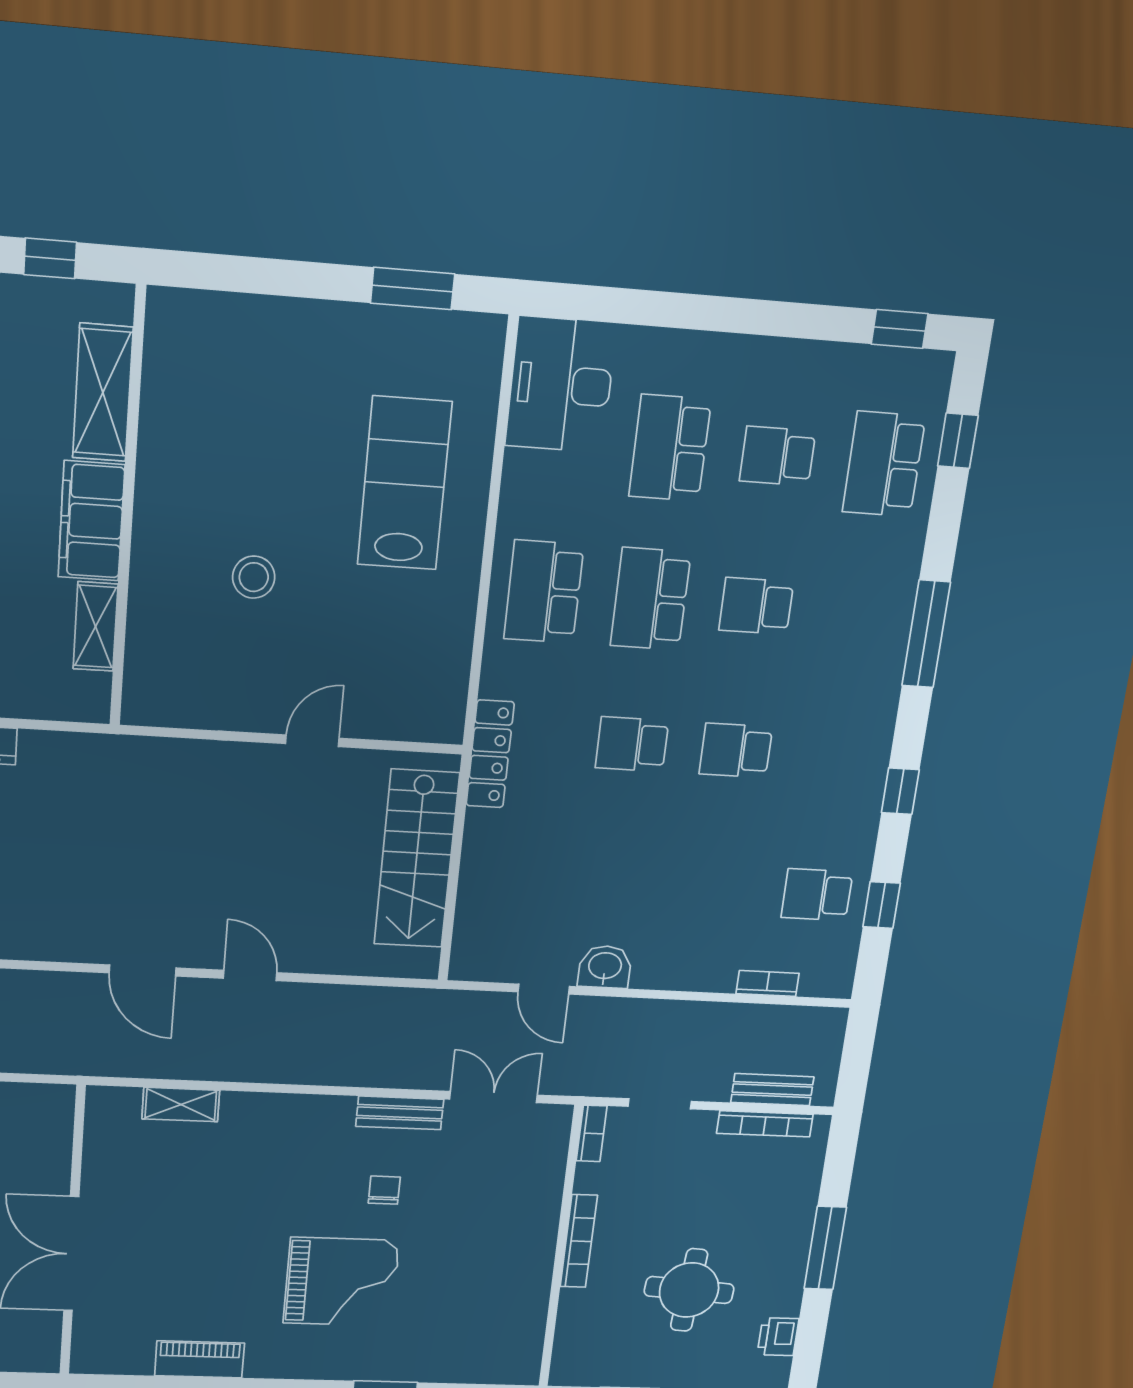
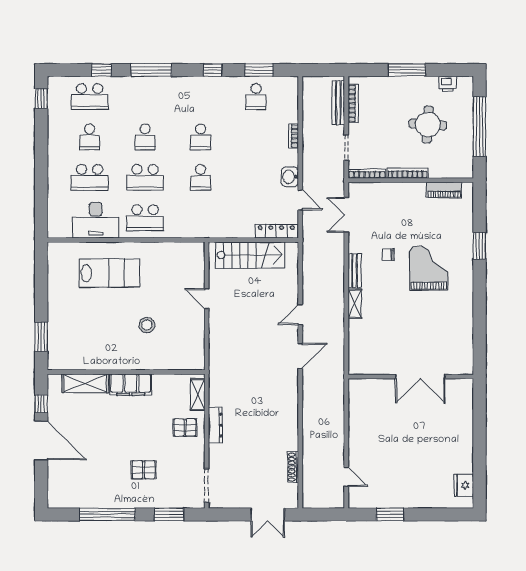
window: (413, 288) -> (41, 337), moved
desk: (561, 385) -> (96, 220), moved
window: (958, 441) -> (101, 70), moved
lab bench: (405, 483) -> (109, 273), turned 180
shelving: (96, 626) -> (198, 394), moved, turned 90
locker: (490, 754) -> (276, 231), moved
window: (882, 905) -> (259, 70), width x1.50
bookcase: (768, 983) -> (294, 136), moved
door: (544, 989) -> (300, 200), hinge flipped
bench: (772, 1090) -> (338, 102), width x1.36
shelving: (181, 1105) -> (355, 304), moved
bench: (400, 1113) -> (355, 271), moved
bookcase: (592, 1133) -> (367, 174), width x1.56
piano: (200, 1359) -> (444, 190), moved, turned -90

